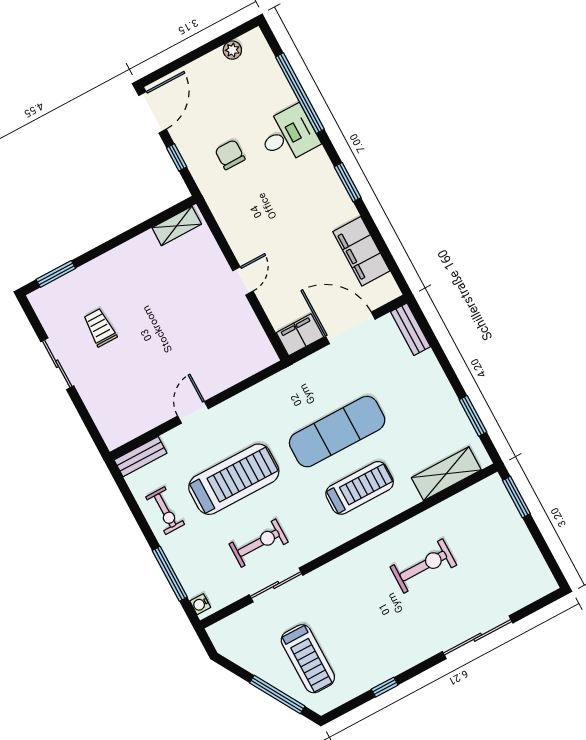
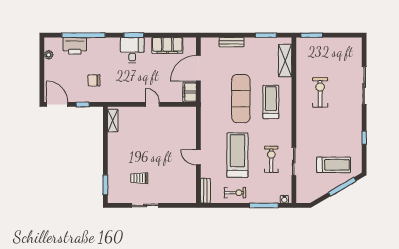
printer: (273, 88) -> (75, 46), added
desk: (288, 135) -> (132, 50), moved
bench: (410, 329) -> (232, 42), moved

